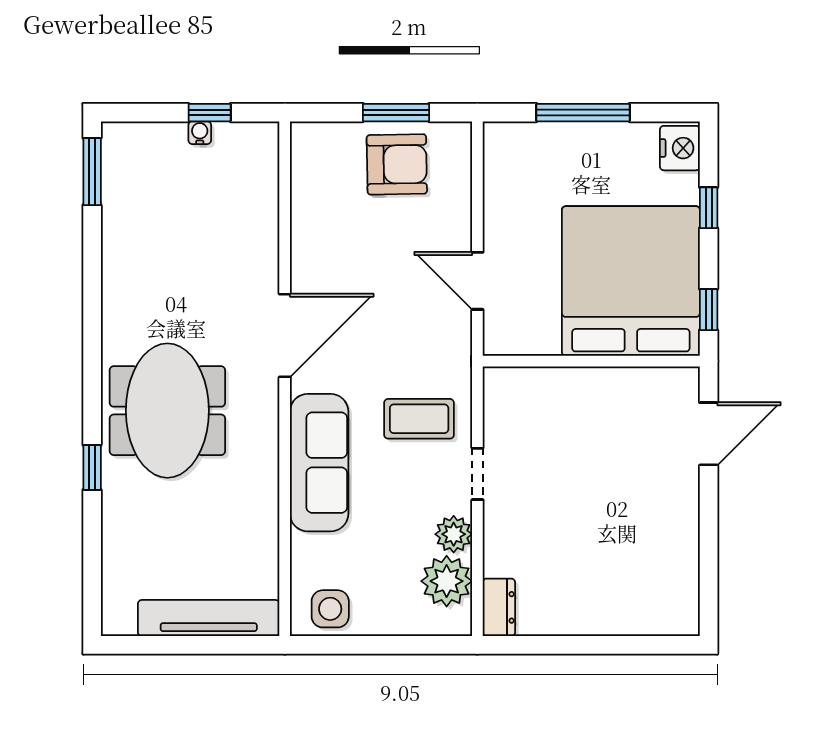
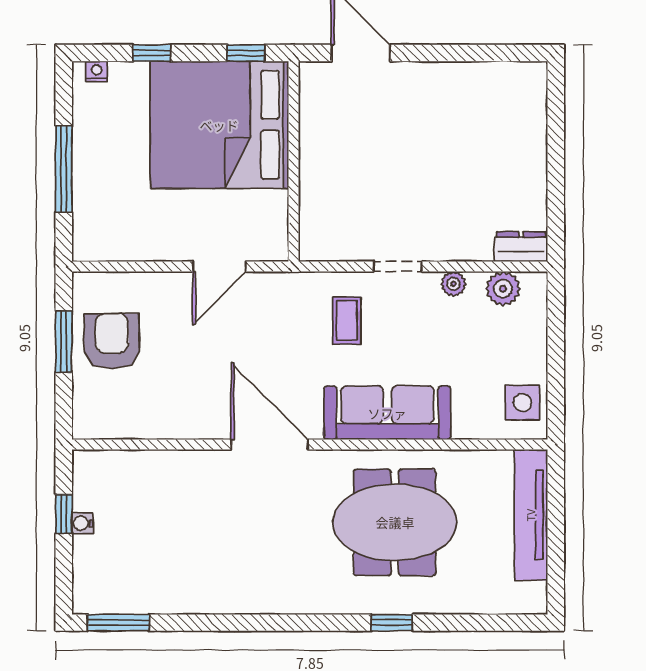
nightstand: (680, 148) -> (97, 71), width x0.53, depth x0.56
meeting table: (167, 411) -> (395, 522), moved
coffee table: (419, 419) -> (347, 320), width x0.73, depth x0.77
plant: (454, 534) -> (453, 284), width x0.73, depth x0.73
plant: (447, 581) -> (503, 289), width x0.73, depth x0.73

